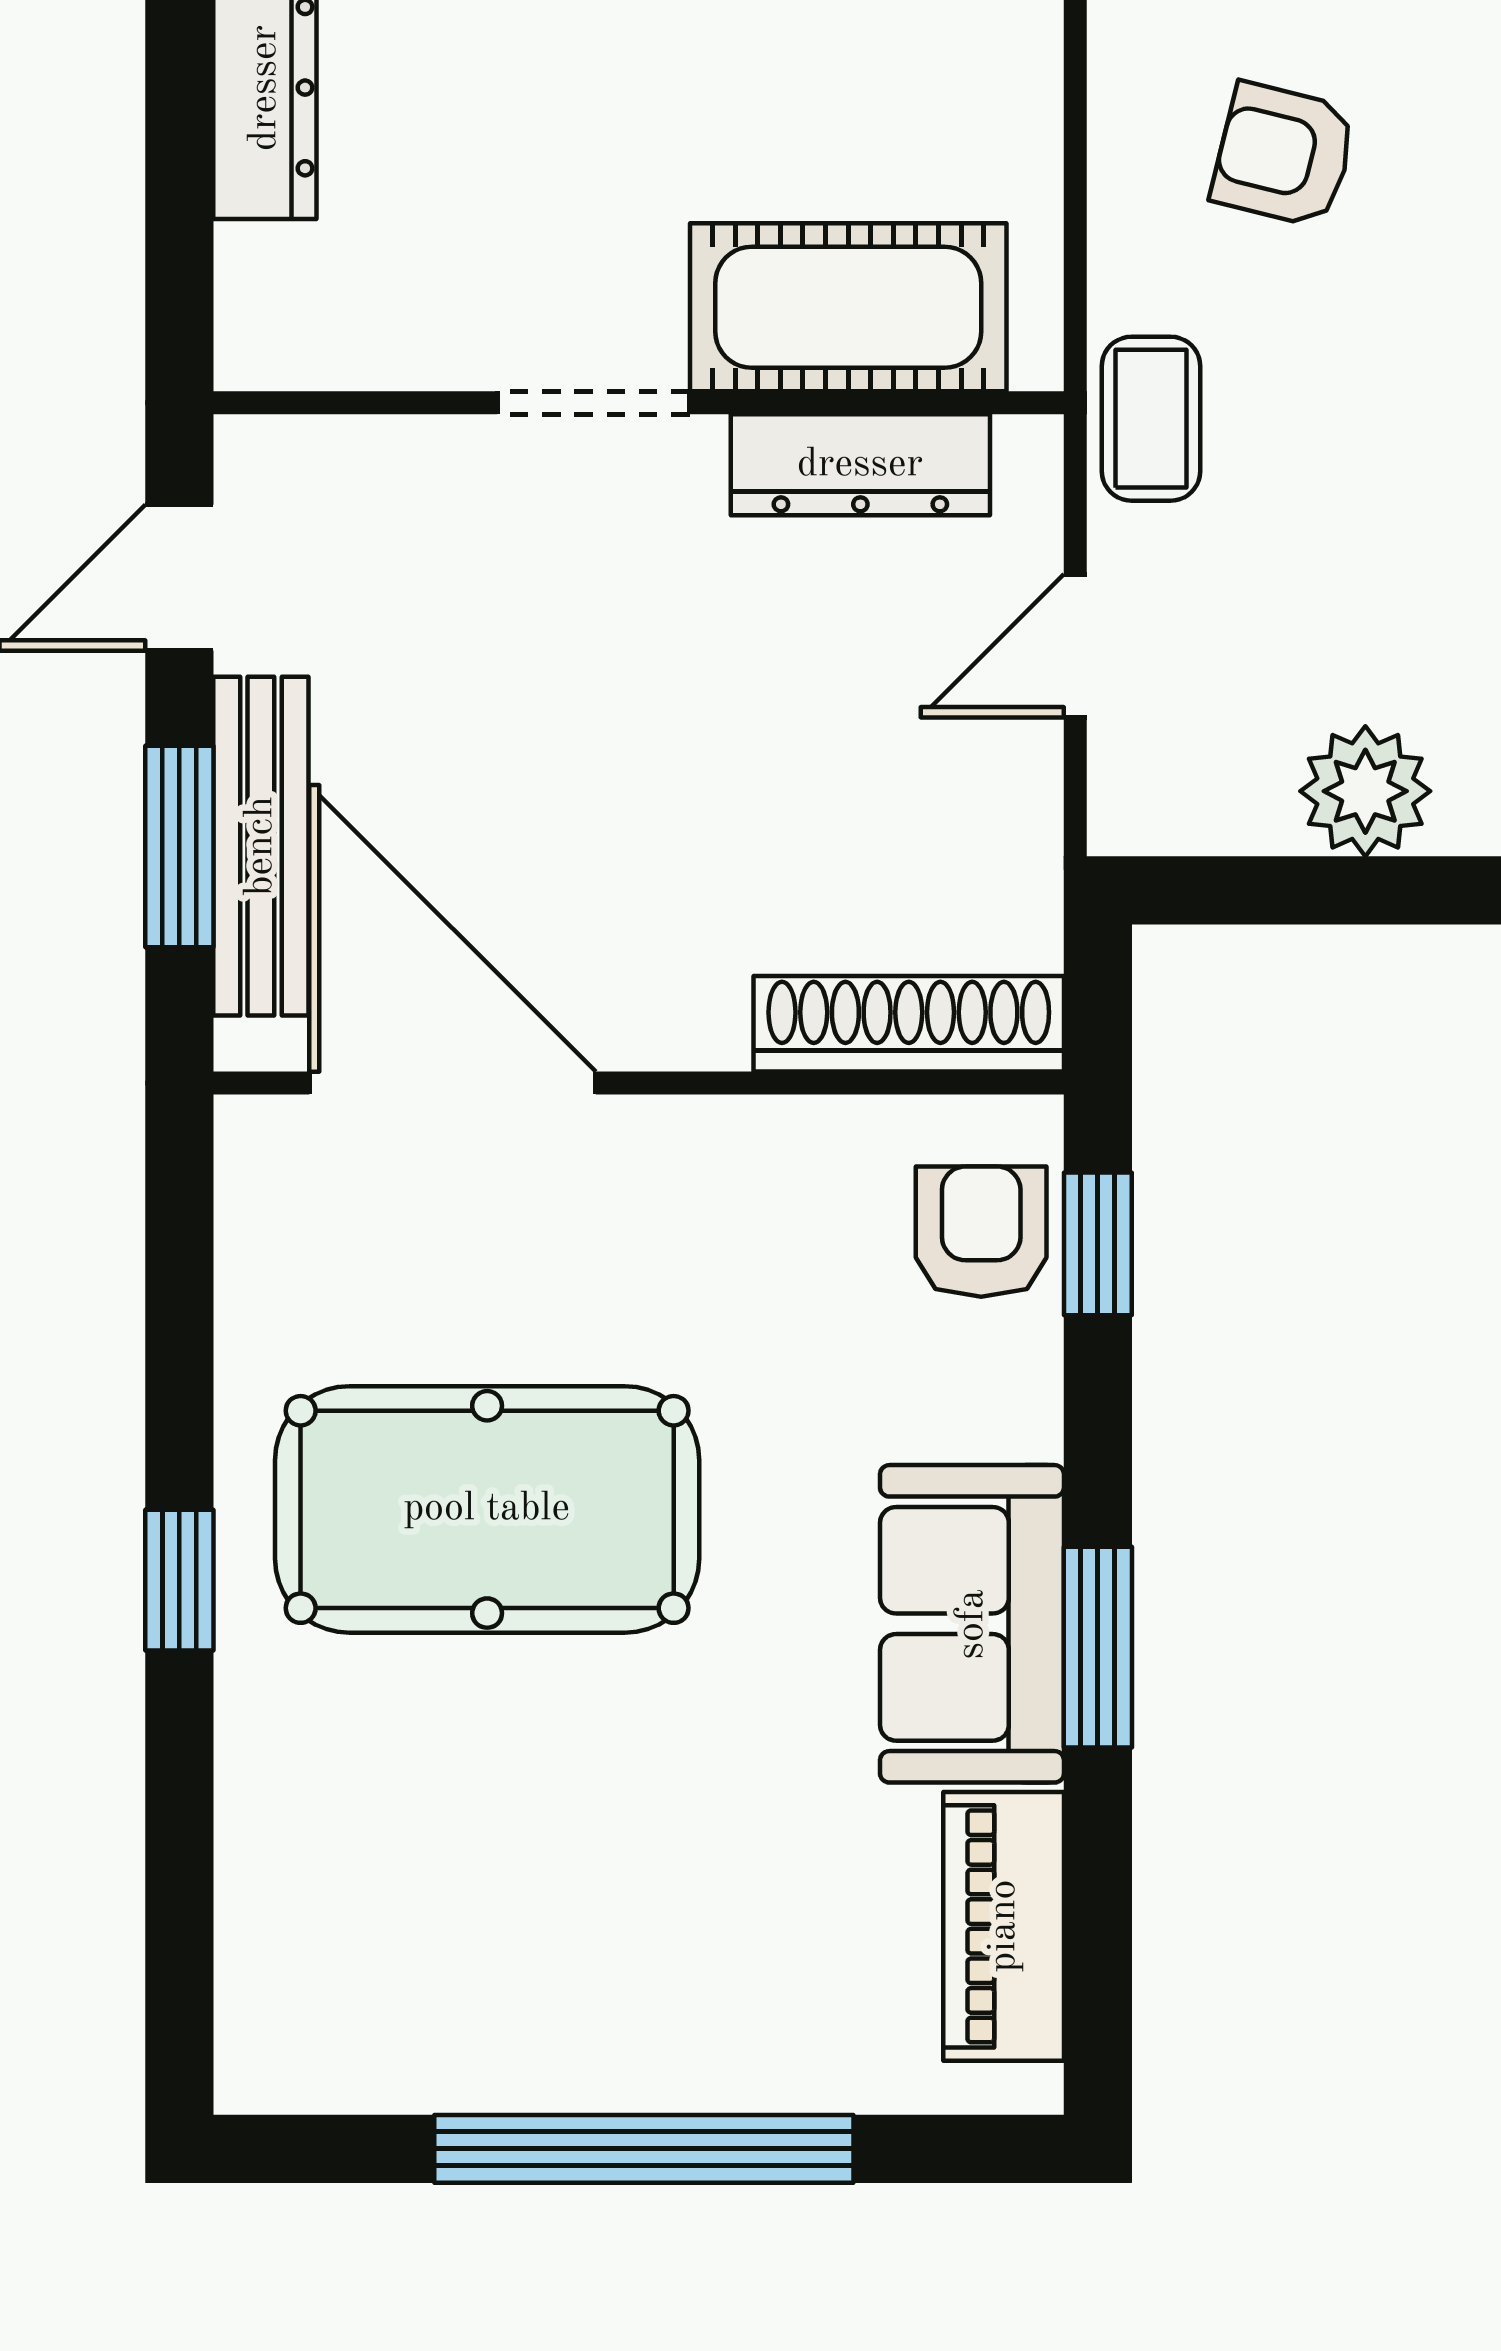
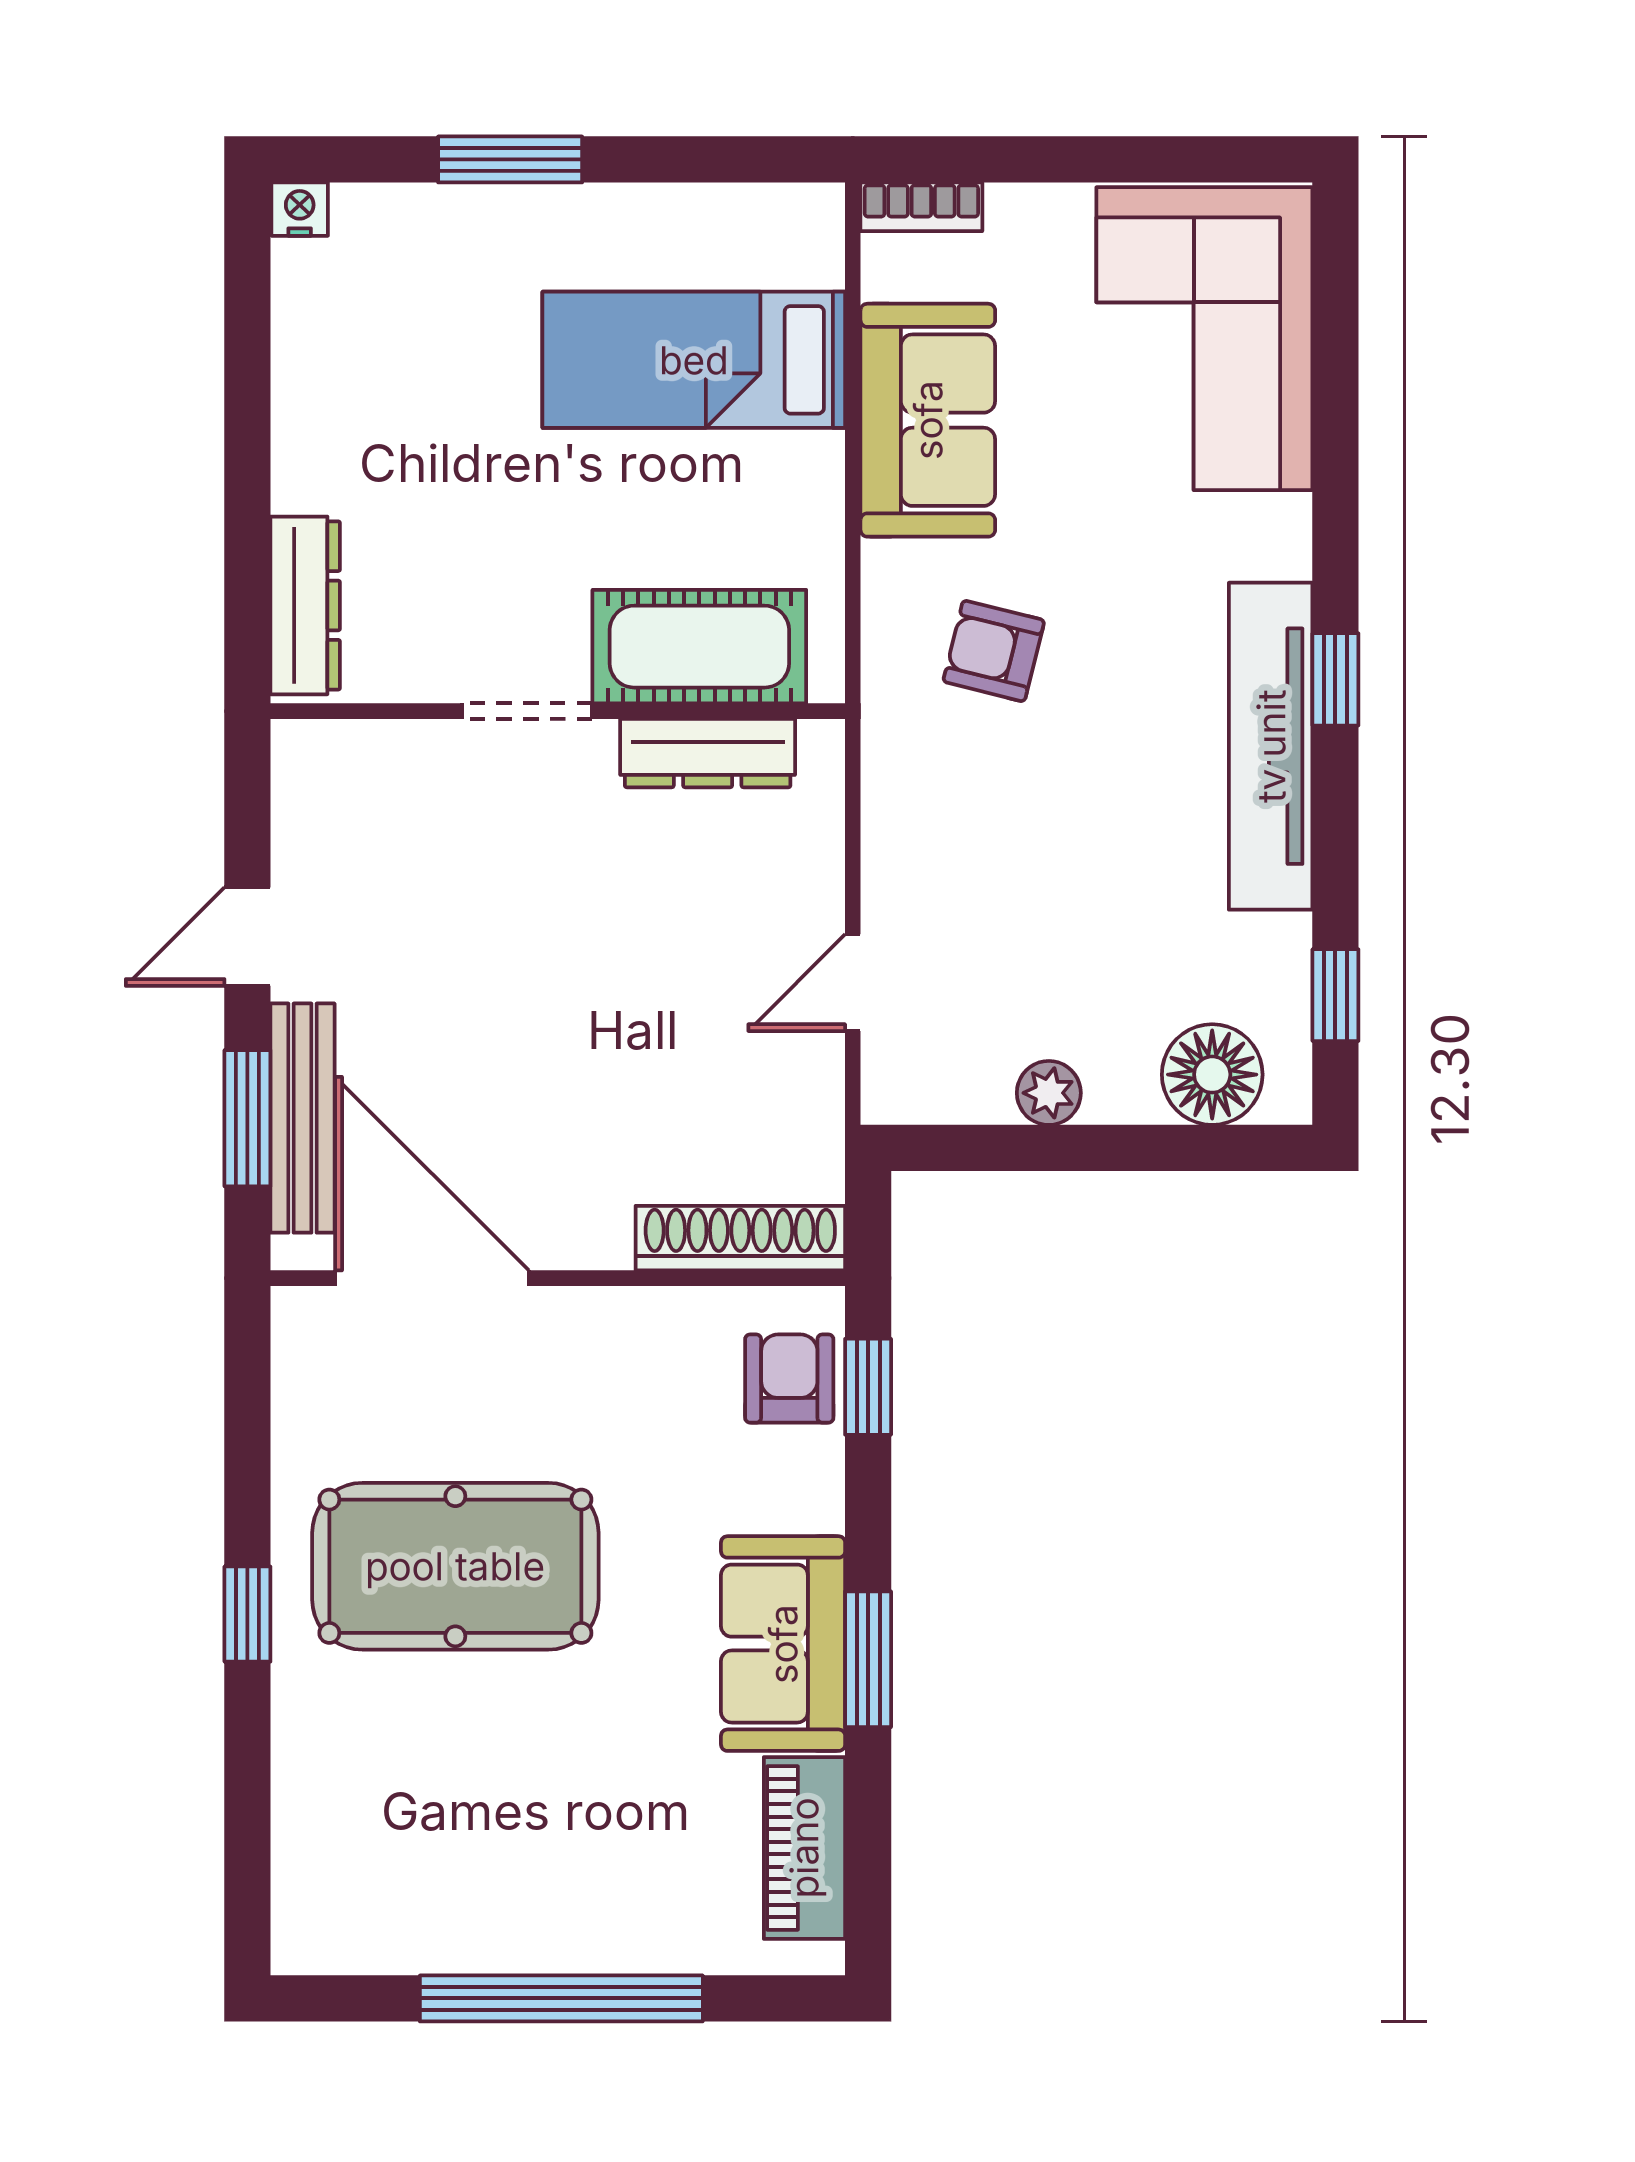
cot: (848, 307) -> (699, 647), moved
doorway: (593, 403) -> (527, 711), moved
wall: (639, 403) -> (558, 711), moved
coffee table: (1151, 419) -> (904, 829), removed
dresser: (860, 465) -> (708, 753), moved
plant: (1365, 791) -> (1049, 1093), width x0.73, depth x0.73

